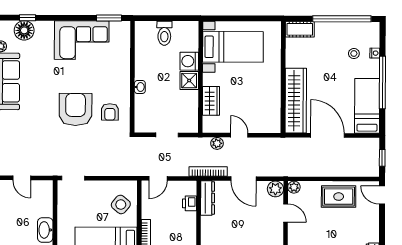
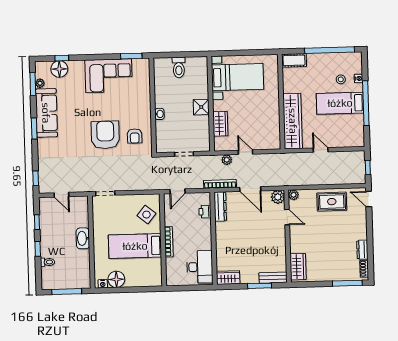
washing machine: (189, 61) -> (201, 91), removed
bed: (367, 106) -> (340, 103), moved, turned -90
door: (328, 135) -> (321, 150), width x0.53

